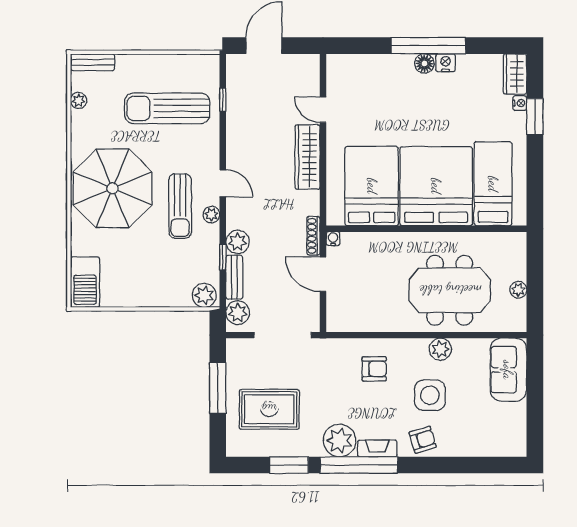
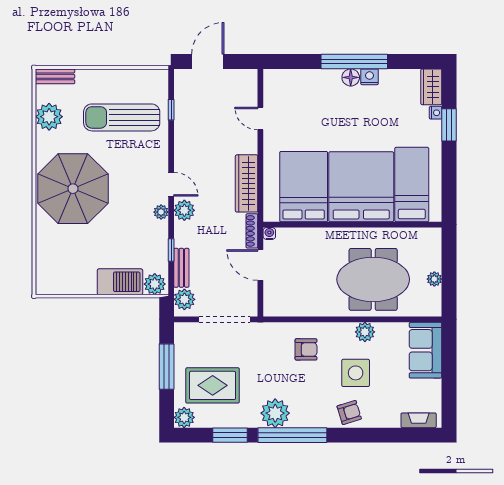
plant: (79, 100) -> (49, 117), width x1.87, depth x1.87
wardrobe: (308, 157) -> (247, 183), moved
sun lounger: (180, 206) -> (133, 204), removed
plant: (238, 242) -> (184, 210), moved
barbecue: (85, 282) -> (120, 282), moved, turned -90
plant: (237, 445) -> (184, 417), added
fireplace: (377, 448) -> (419, 420), moved

